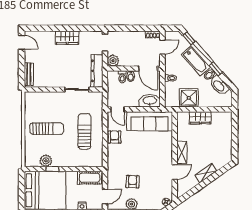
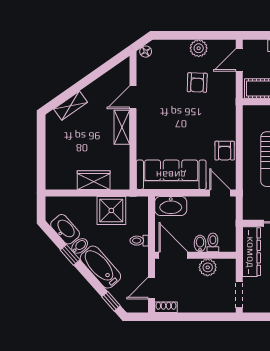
plant: (113, 61) -> (208, 267), moved
shelving: (206, 173) -> (71, 106), moved

